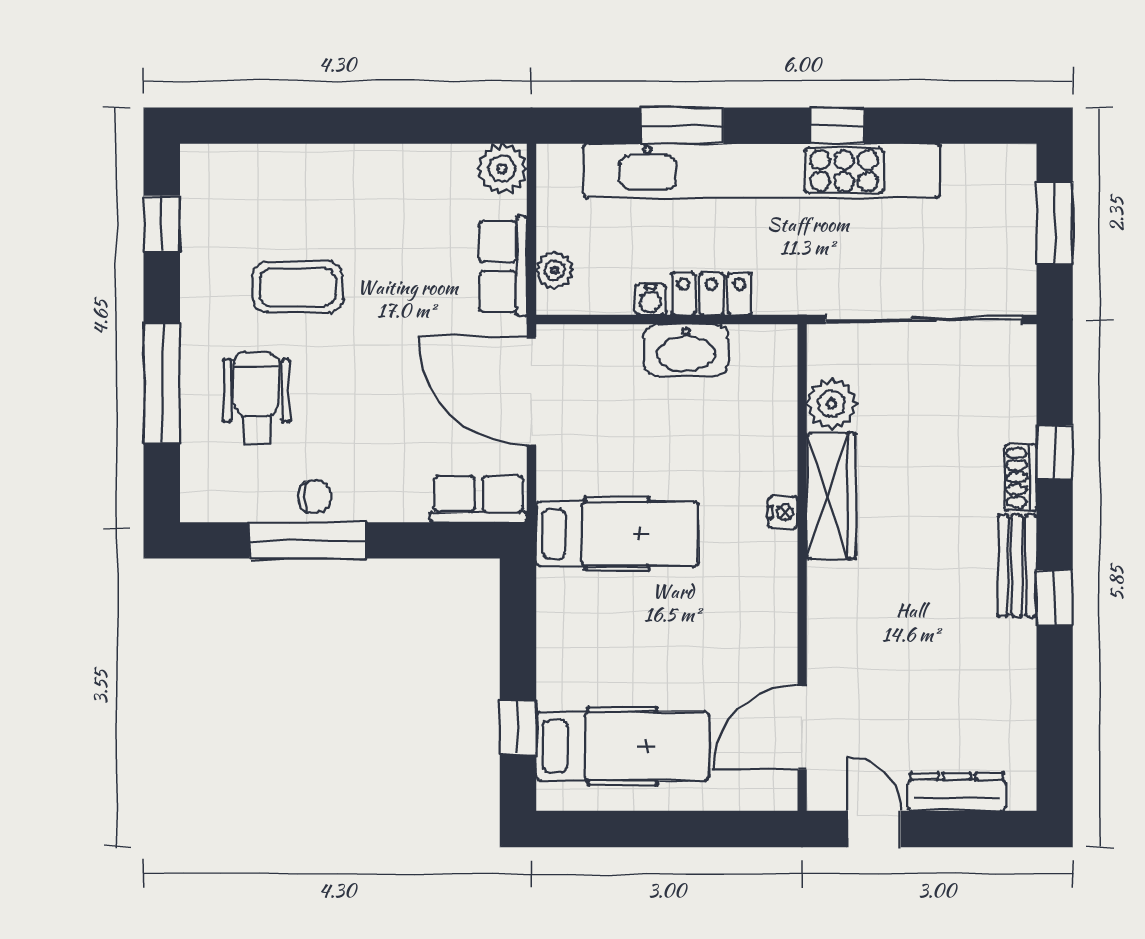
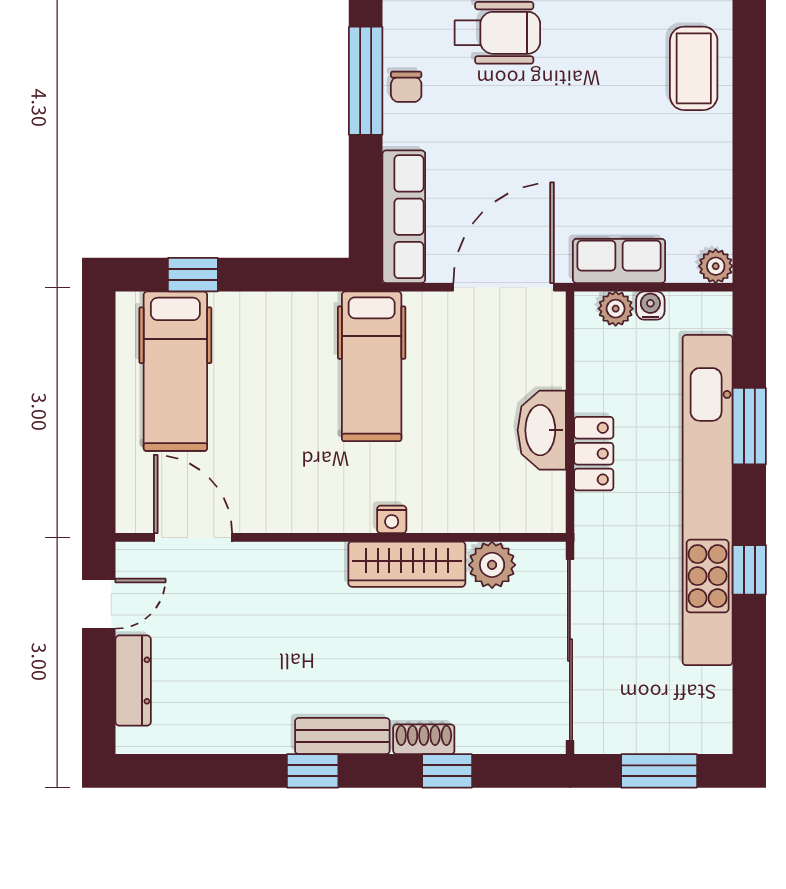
plant: (502, 169) -> (716, 266), width x0.73, depth x0.73
coffee table: (298, 287) -> (694, 68), moved
water cooler: (651, 300) -> (650, 306), moved, turned 90
row of seats: (478, 499) -> (404, 217), width x1.48

